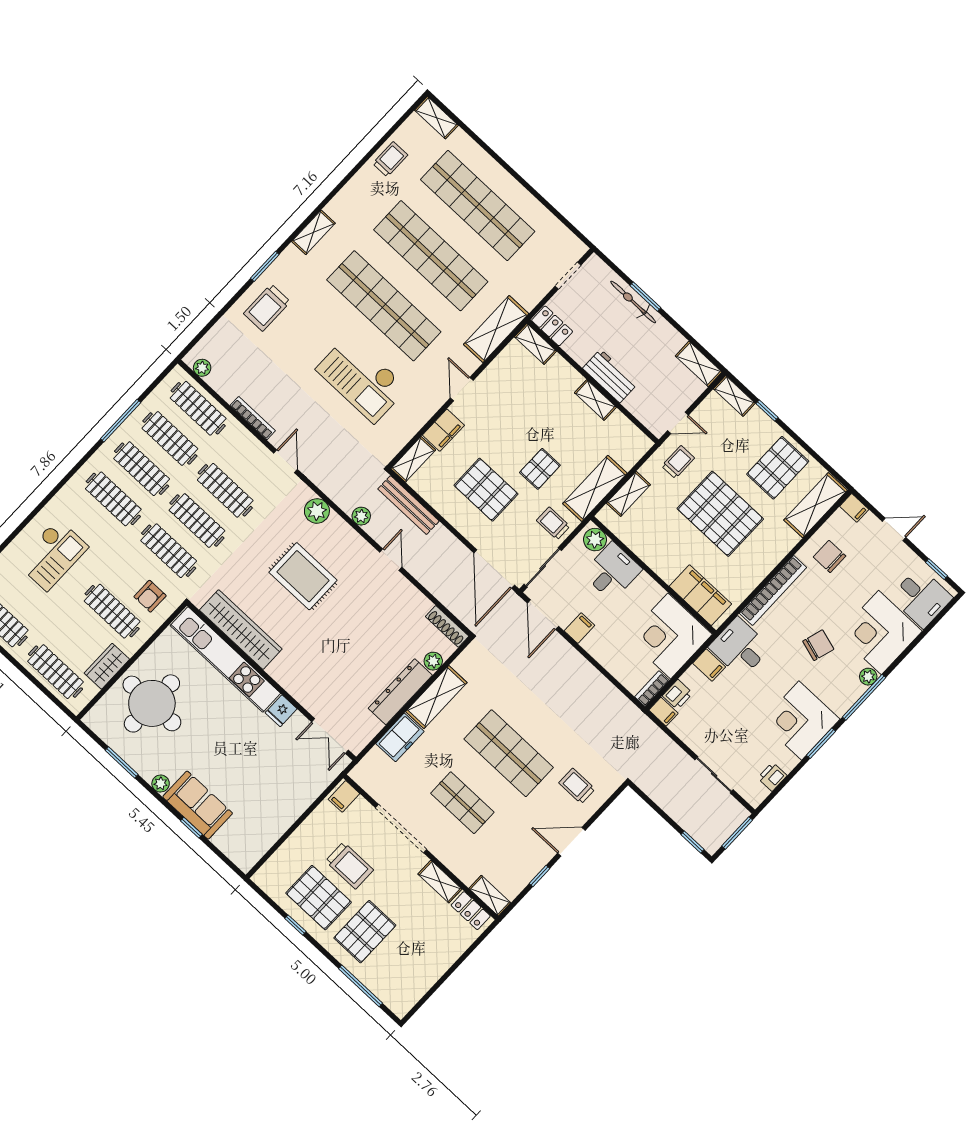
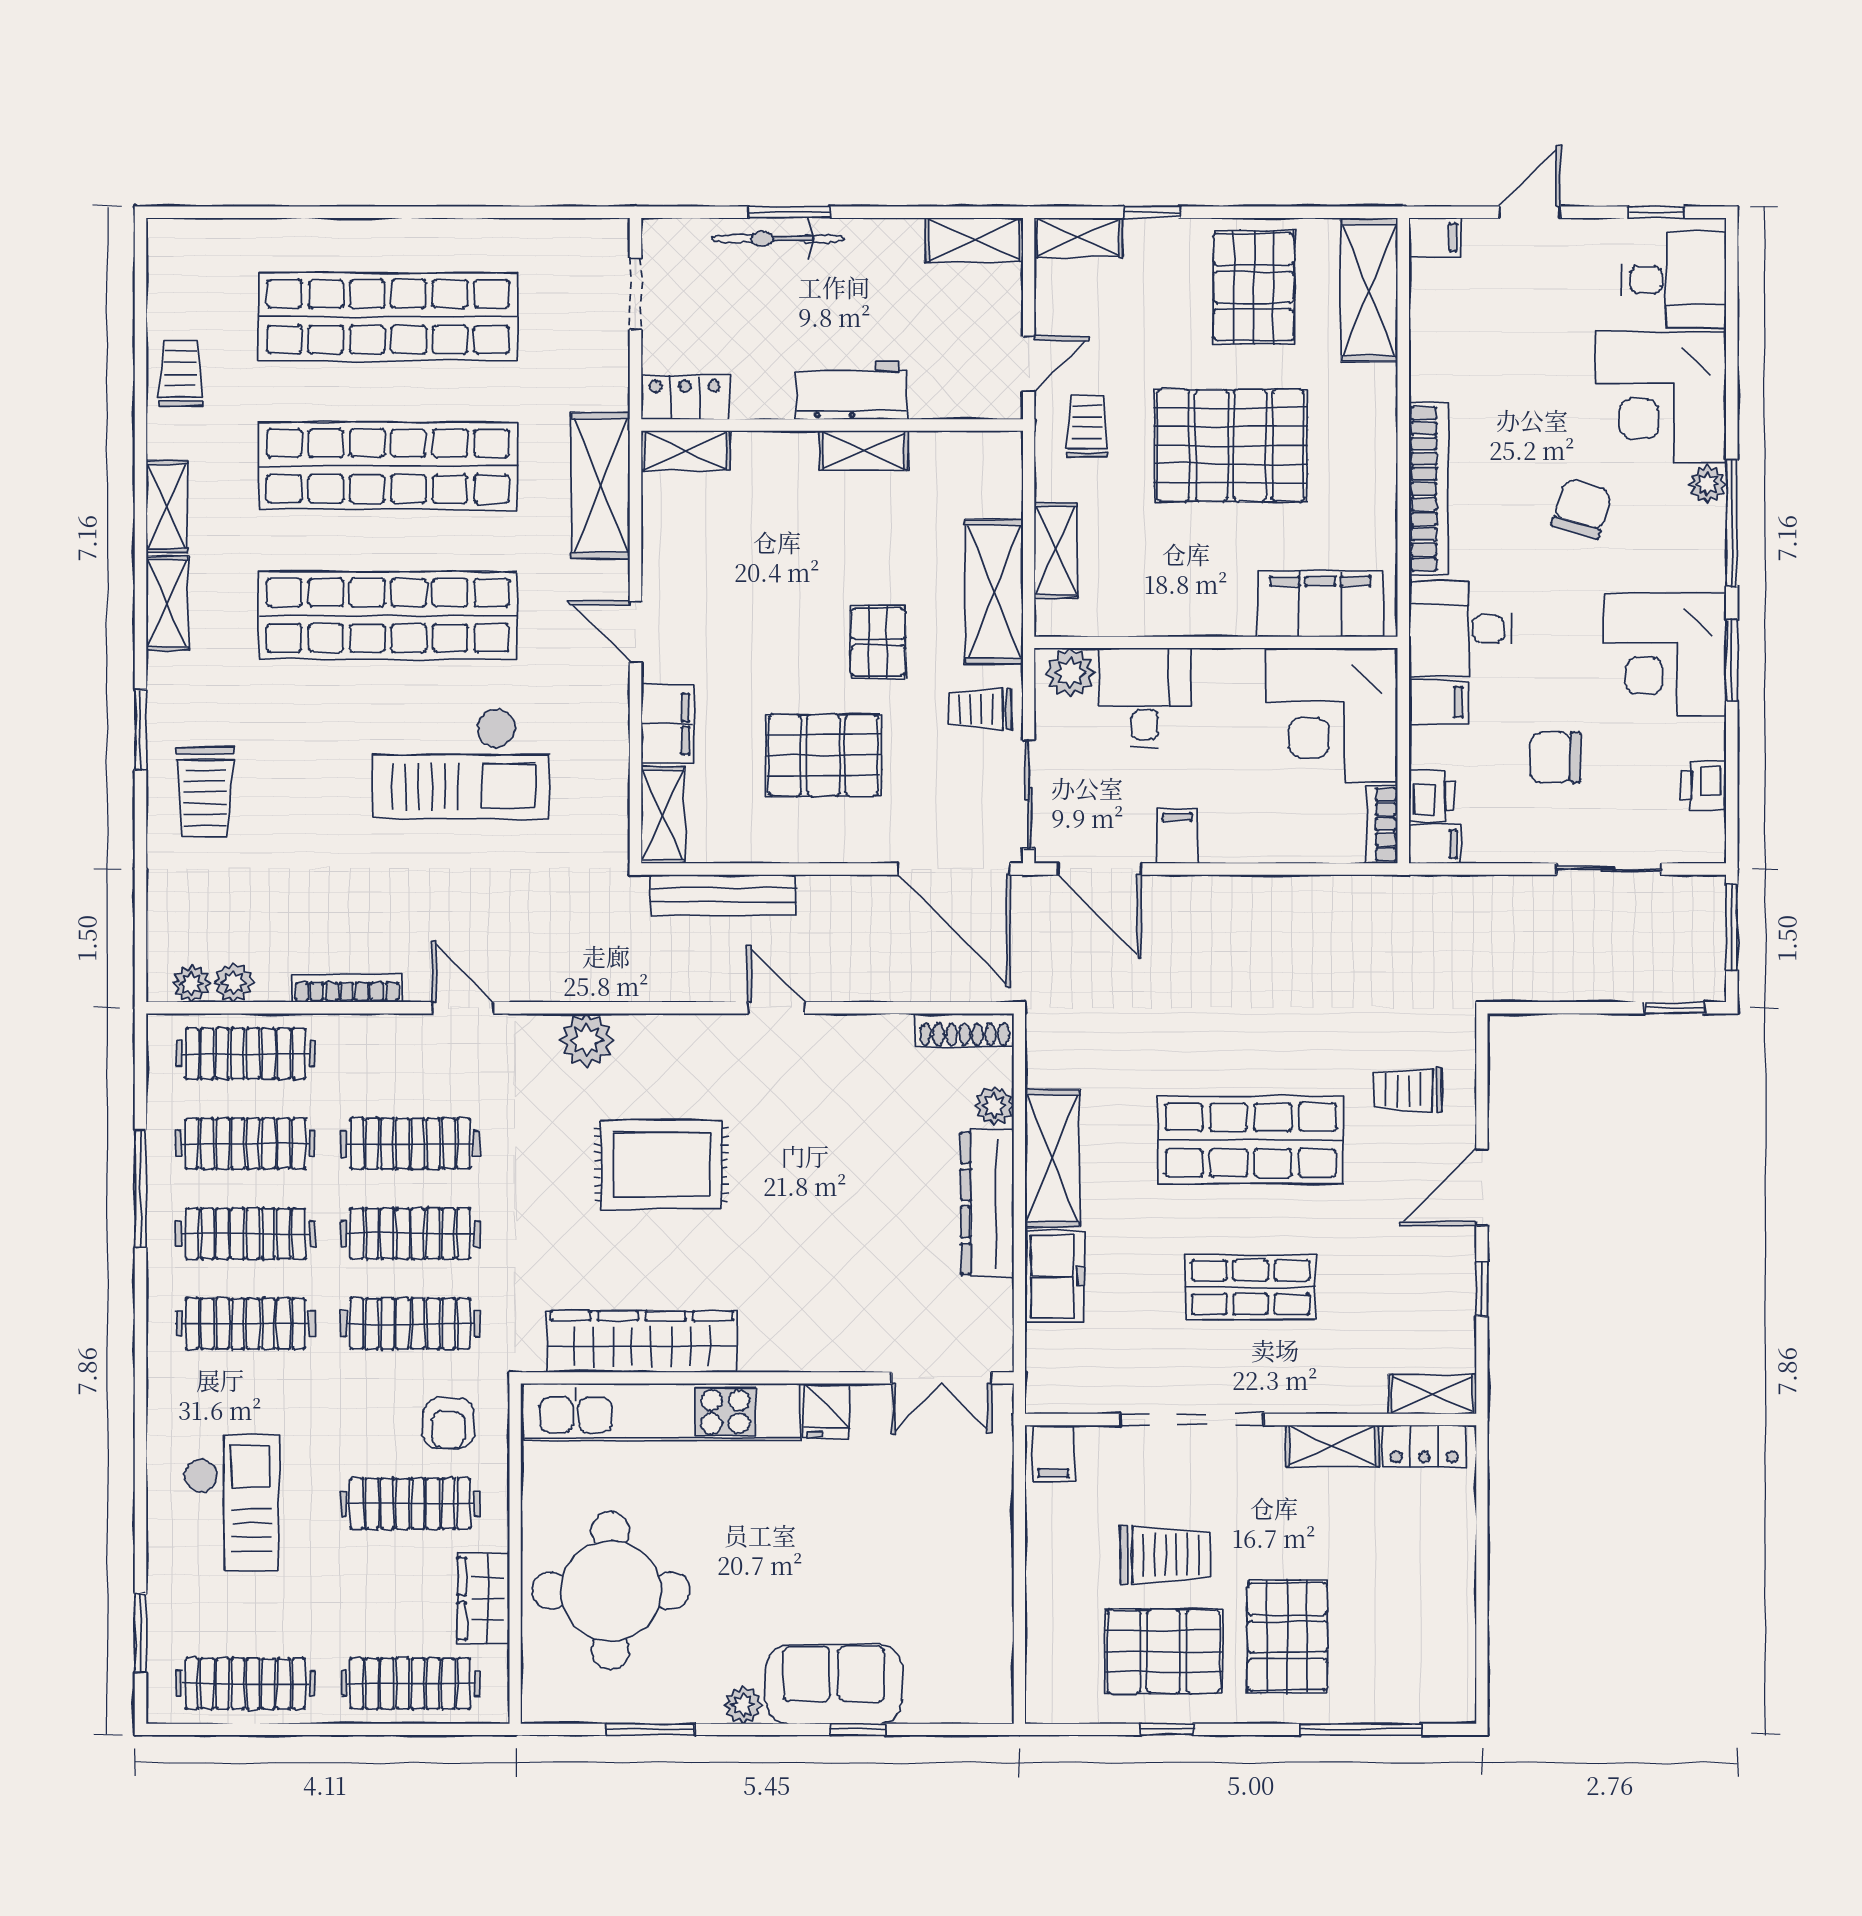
shelving: (436, 118) -> (167, 506), moved, turned 90
plant: (361, 516) -> (234, 983), moved
chair: (830, 557) -> (1555, 757), moved

